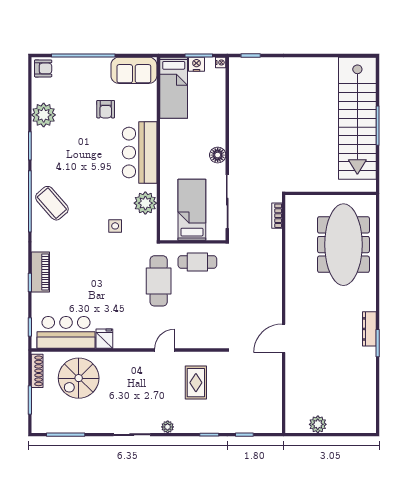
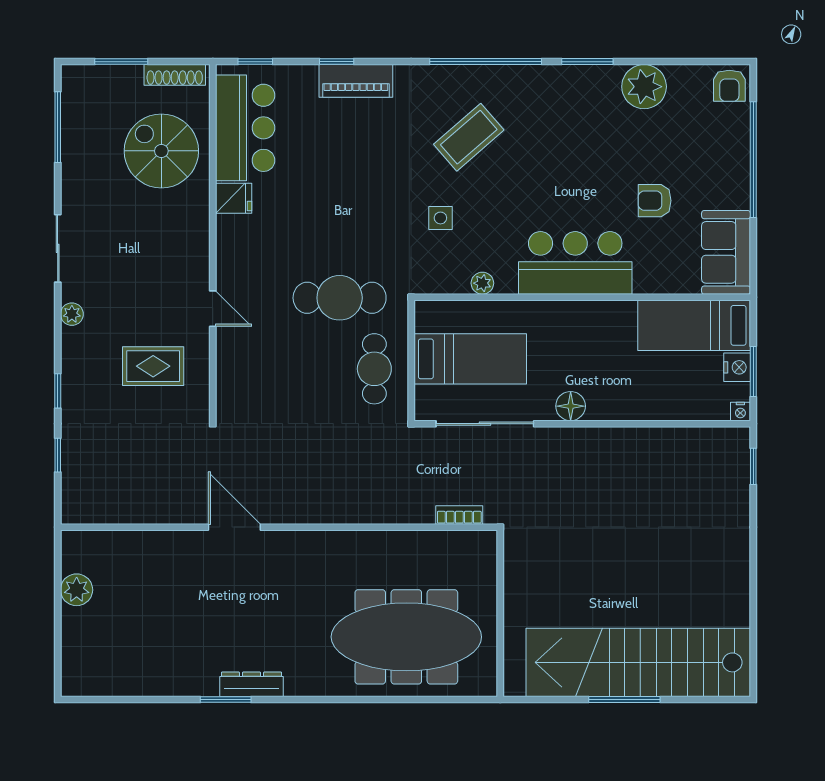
coffee table: (52, 203) -> (469, 137), moved
plant: (145, 203) -> (482, 283), width x0.53, depth x0.53

